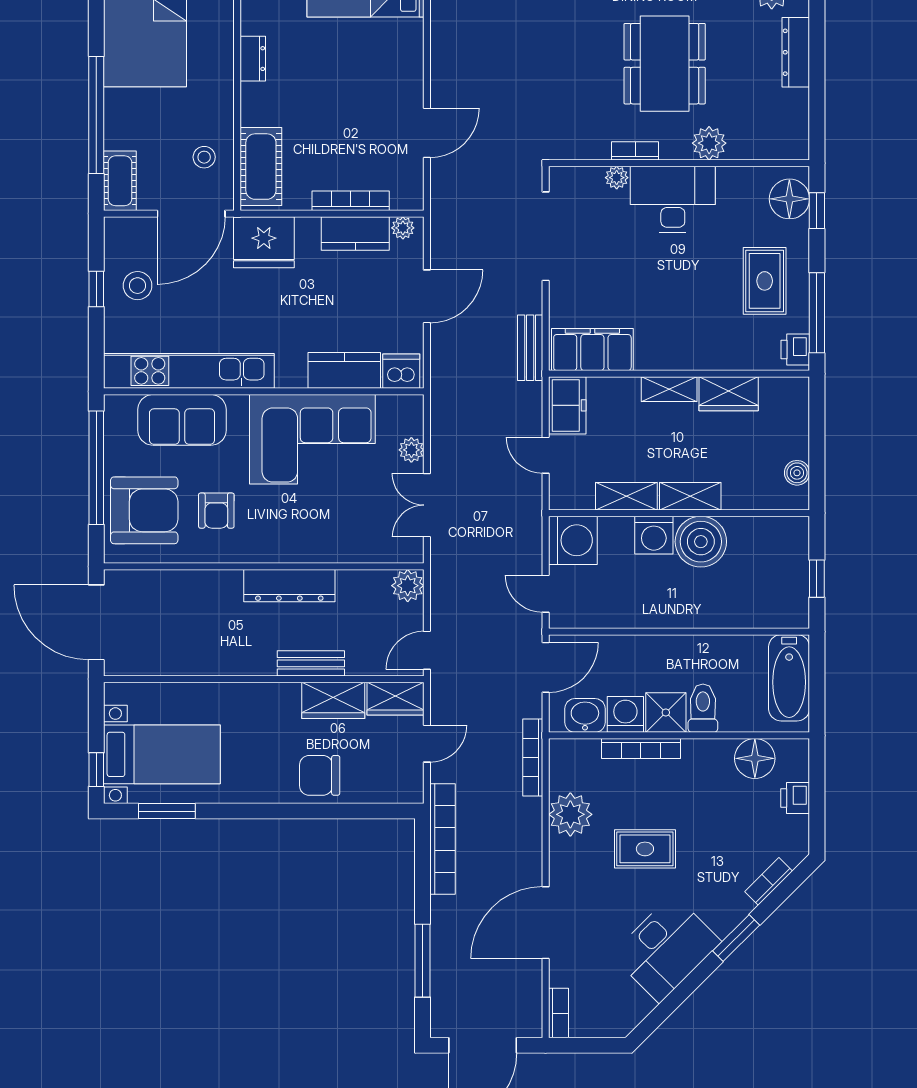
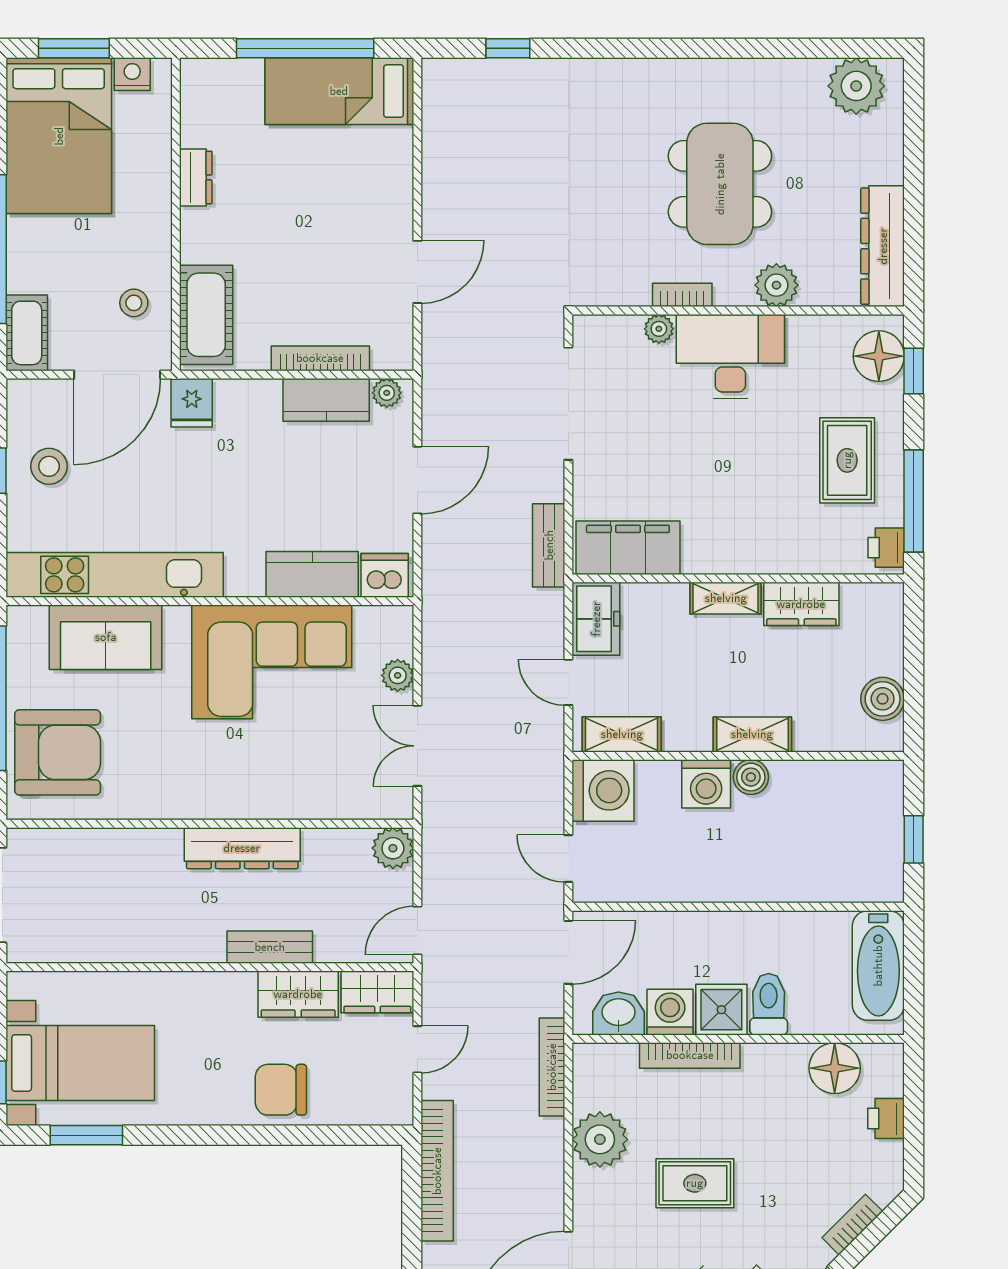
dresser: (796, 52) -> (883, 246), moved, width x1.37, depth x1.24
fridge: (264, 242) -> (192, 403), width x0.53, depth x0.75
boiler: (797, 473) -> (883, 699), width x1.36, depth x1.36
shelving: (626, 496) -> (622, 734), moved
armchair: (216, 511) -> (149, 753), removed
boiler: (701, 542) -> (751, 777), width x0.54, depth x0.54

